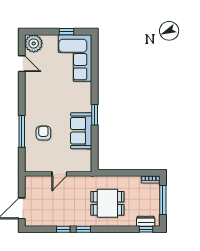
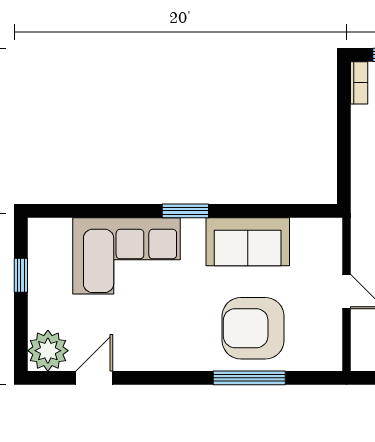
corner sofa: (75, 58) -> (126, 256), moved
window: (95, 115) -> (185, 211), moved
armchair: (43, 133) -> (253, 328), width x1.88, depth x1.88

